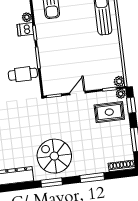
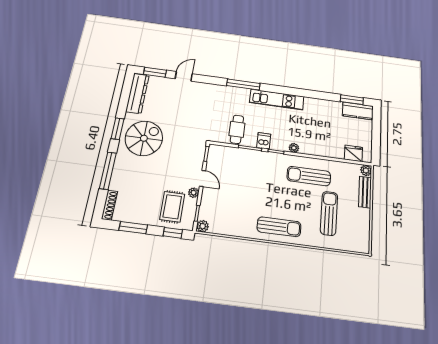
dishwasher: (25, 29) -> (264, 141), moved
plant: (121, 94) -> (194, 193), moved
window: (92, 178) -> (108, 171), width x1.44

